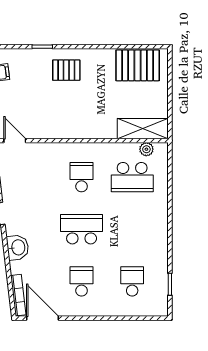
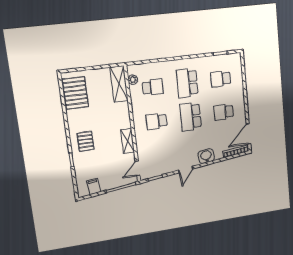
shelving: (58, 131) -> (127, 141), added
school desk: (132, 177) -> (153, 87), width x0.54
school desk: (132, 229) -> (187, 83), added

